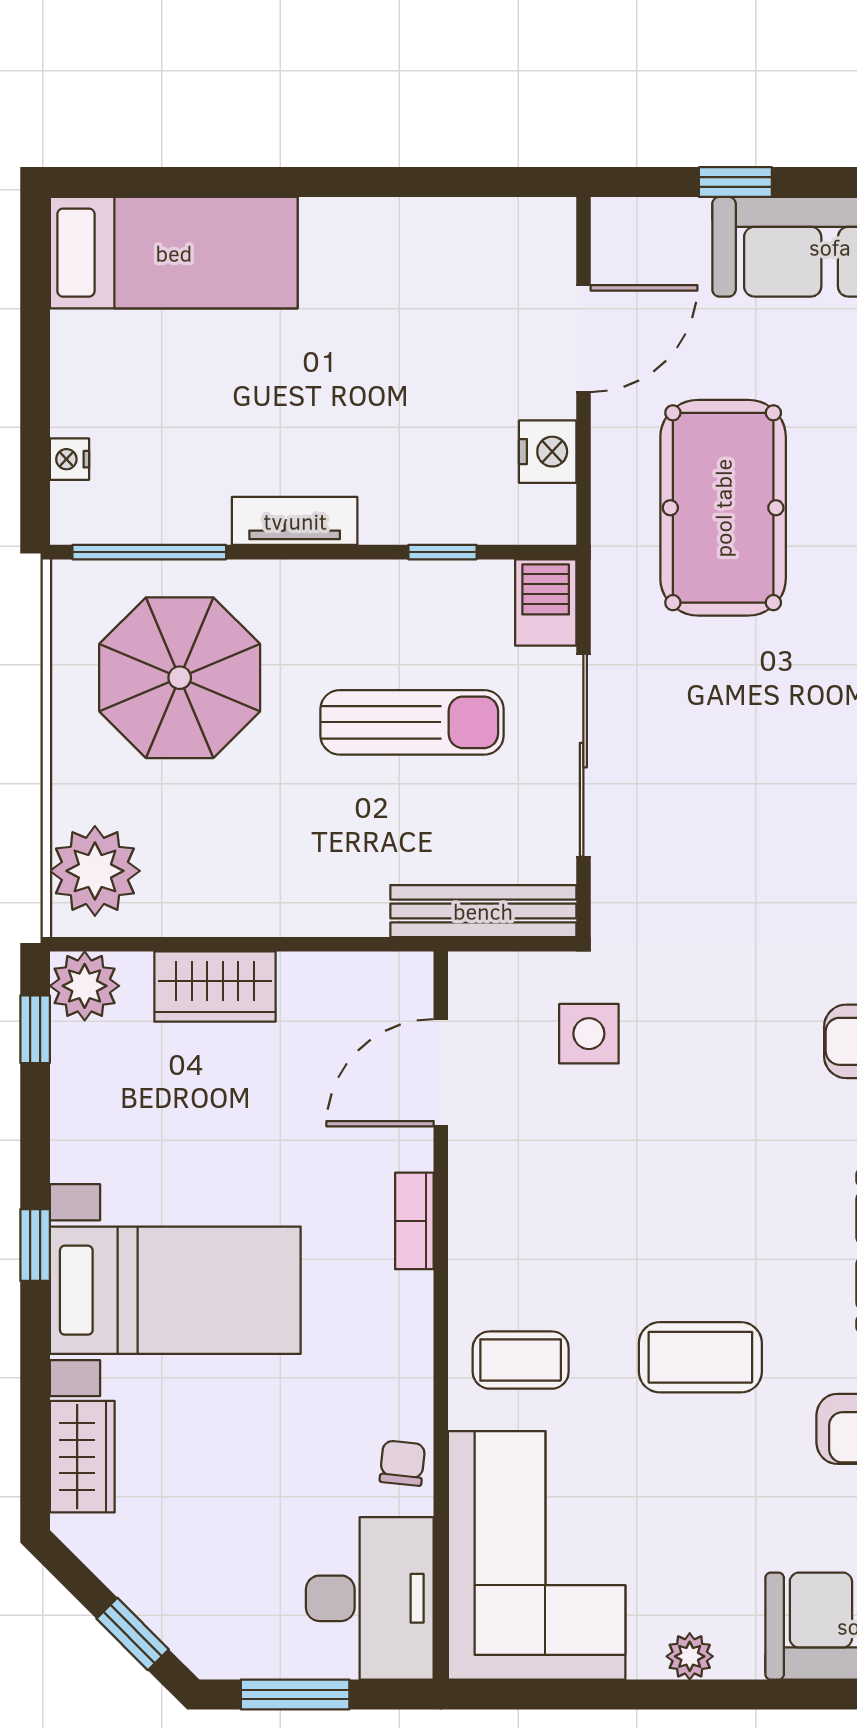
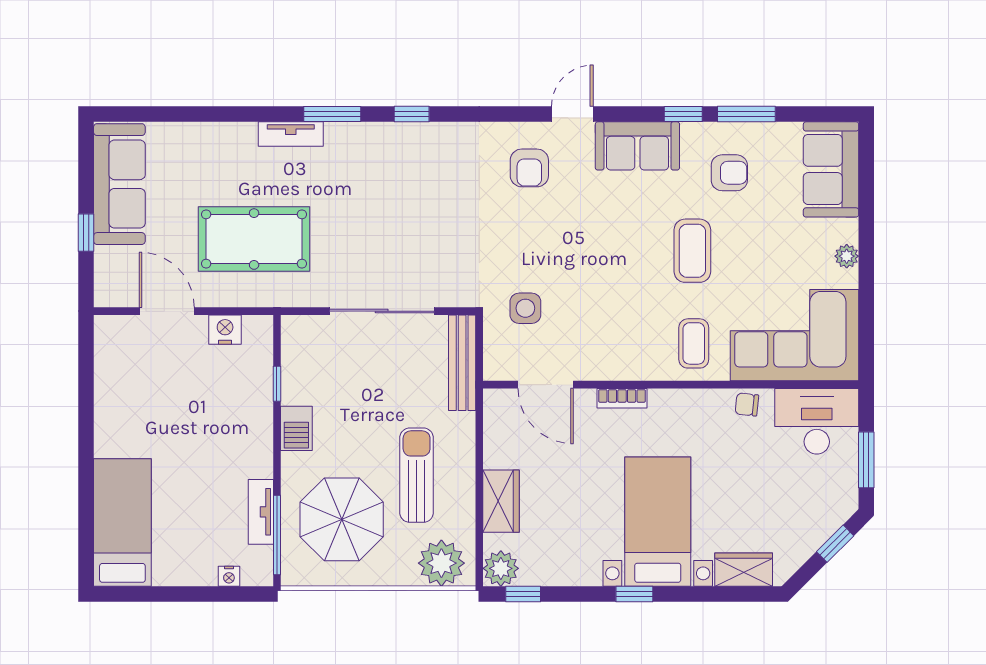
tv unit: (295, 521) -> (261, 512), moved
barbecue: (546, 602) -> (296, 428), moved, turned -90
sun lounger: (412, 722) -> (417, 475), moved

